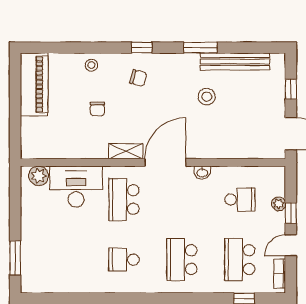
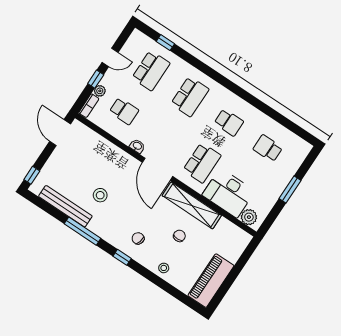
window: (200, 48) -> (83, 231), width x1.44
window: (291, 89) -> (32, 175), moved
shelving: (126, 151) -> (192, 205), width x2.20, depth x1.33
door: (165, 162) -> (158, 169), hinge flipped
school desk: (240, 200) -> (124, 111), turned 180
window: (15, 258) -> (290, 189), moved
school desk: (66, 260) -> (268, 148), added
bookcase: (280, 274) -> (89, 106), moved

